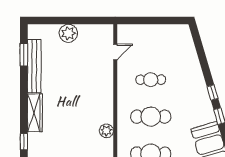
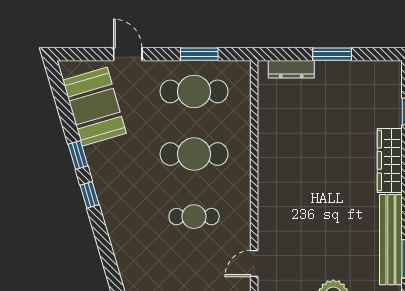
plant: (106, 131) -> (269, 130), removed

